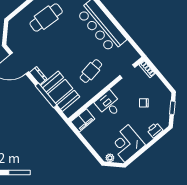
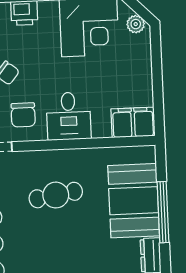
chair: (126, 92) -> (23, 115), added

